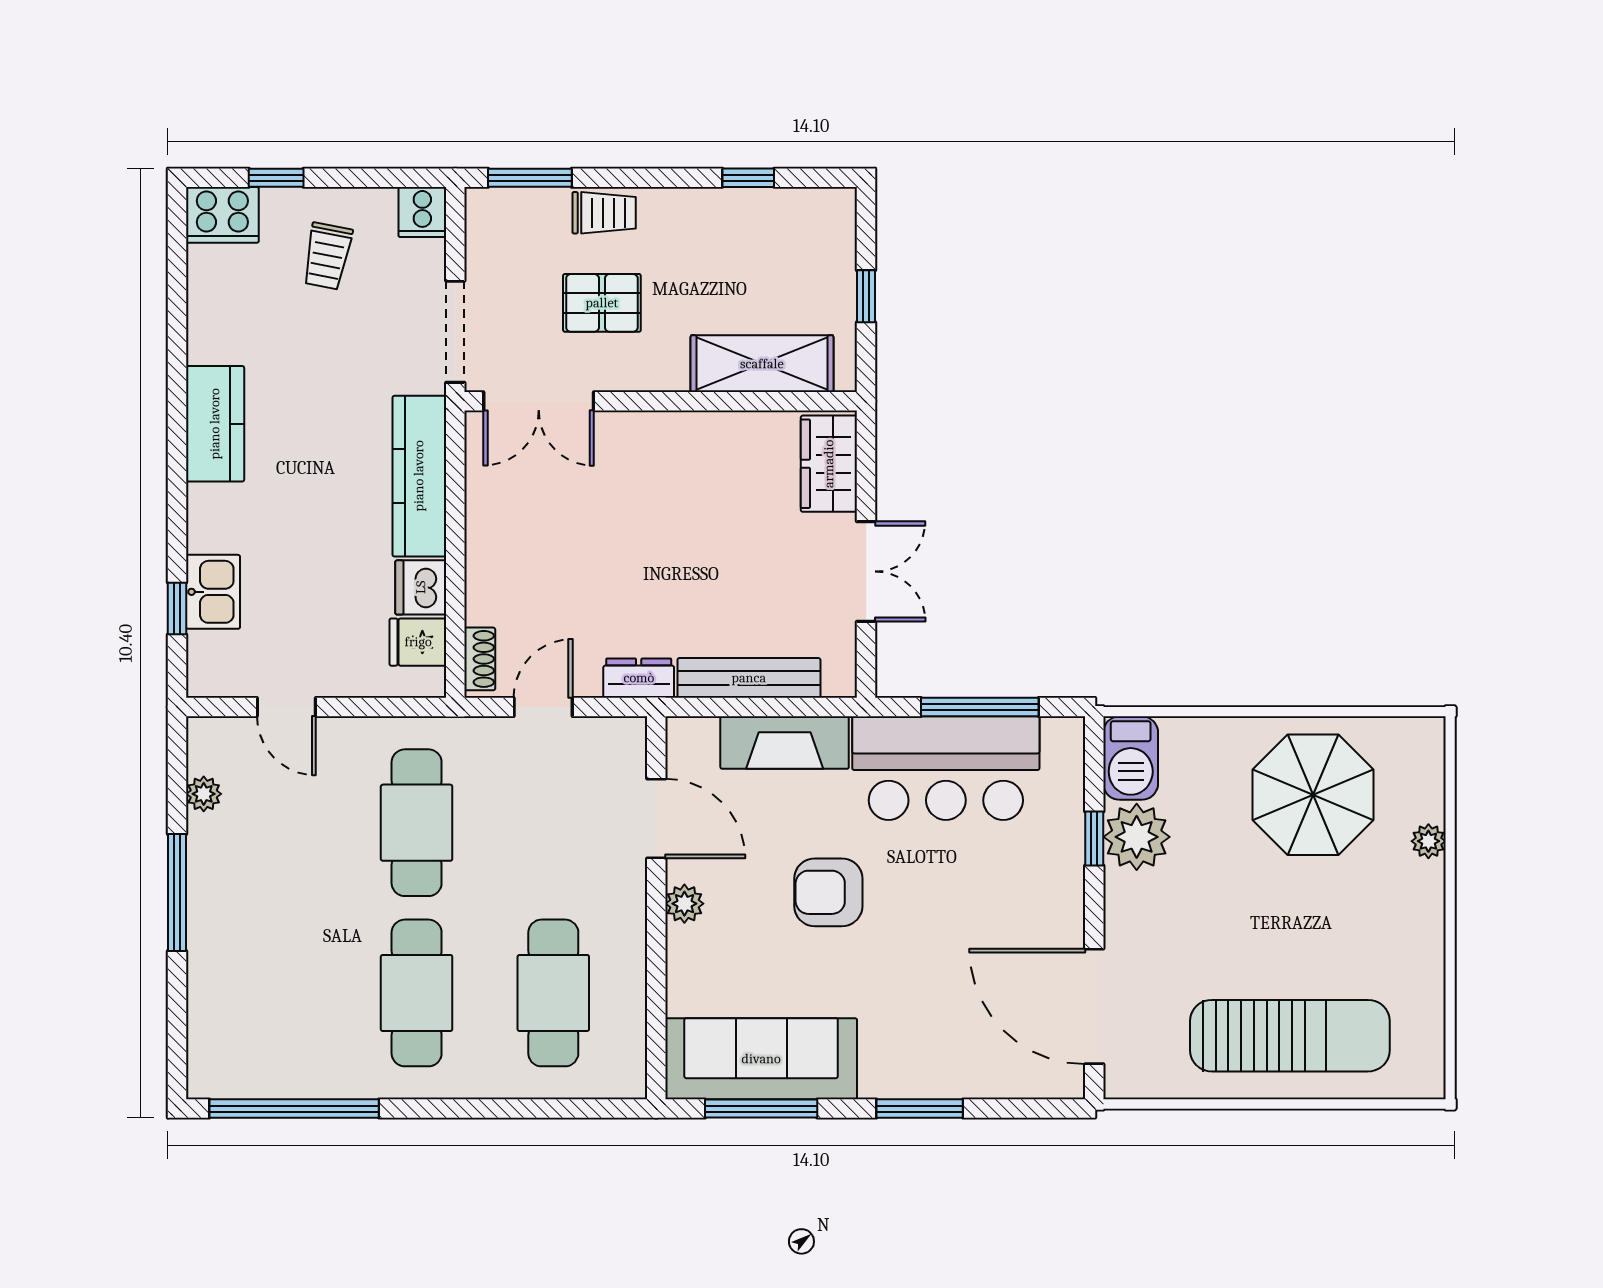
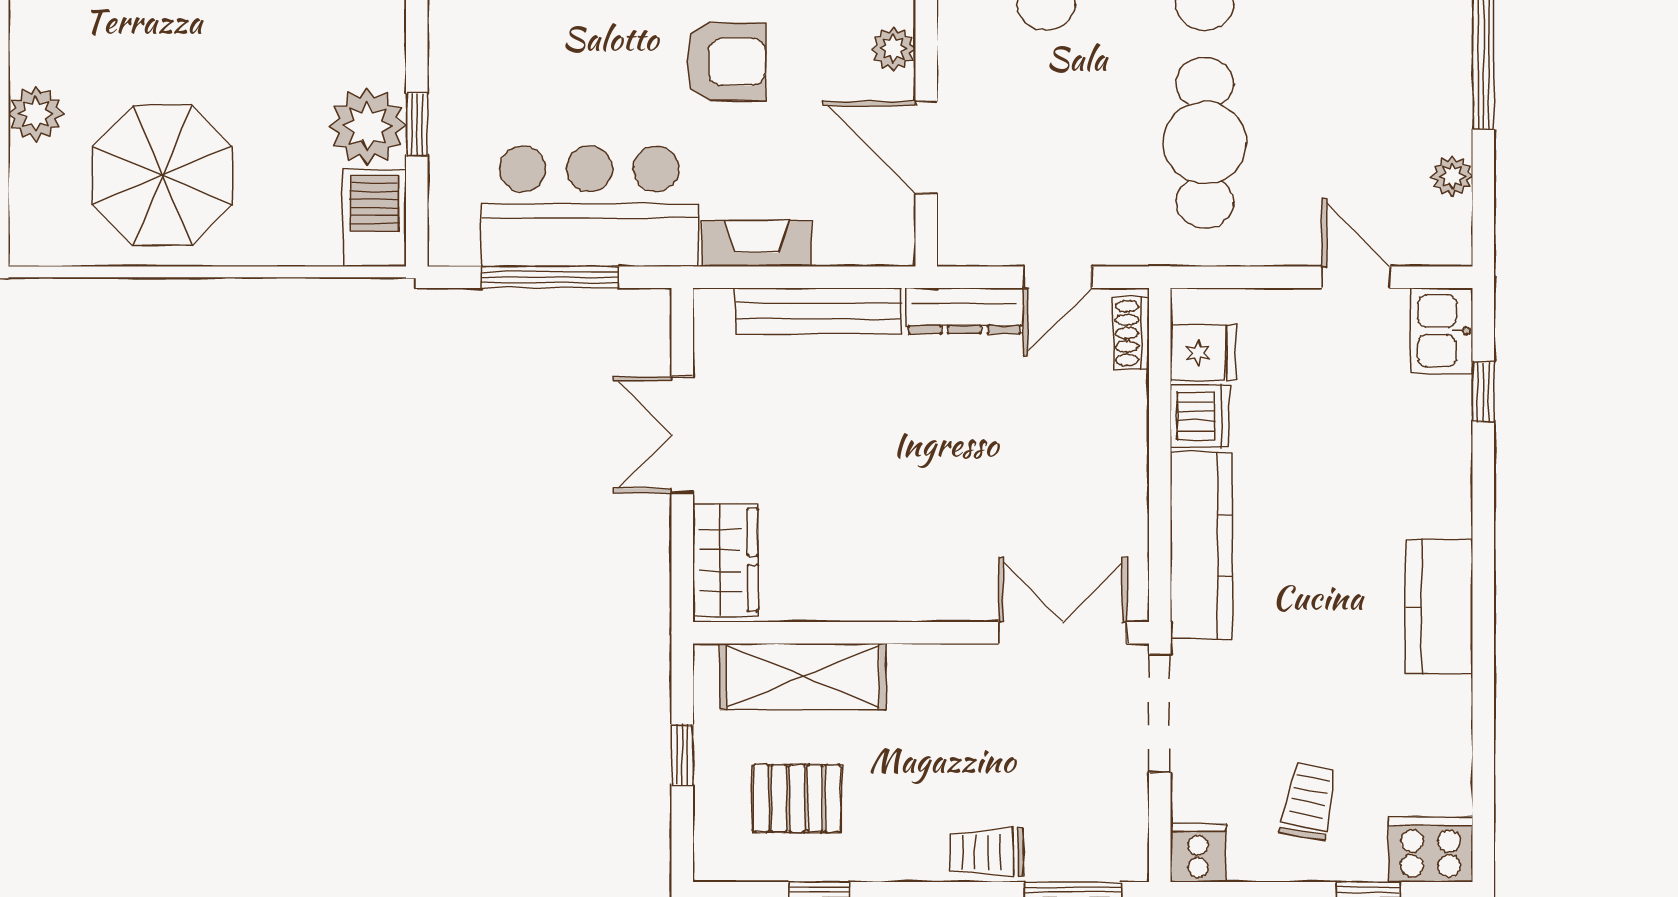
pallet: (602, 303) -> (797, 798), moved
kitchen sink: (213, 592) -> (1441, 331), moved
dresser: (639, 678) -> (964, 311), width x1.44
fireplace: (785, 743) -> (757, 243), width x0.73, depth x0.76
plant: (1428, 841) -> (36, 114), width x1.38, depth x1.38

